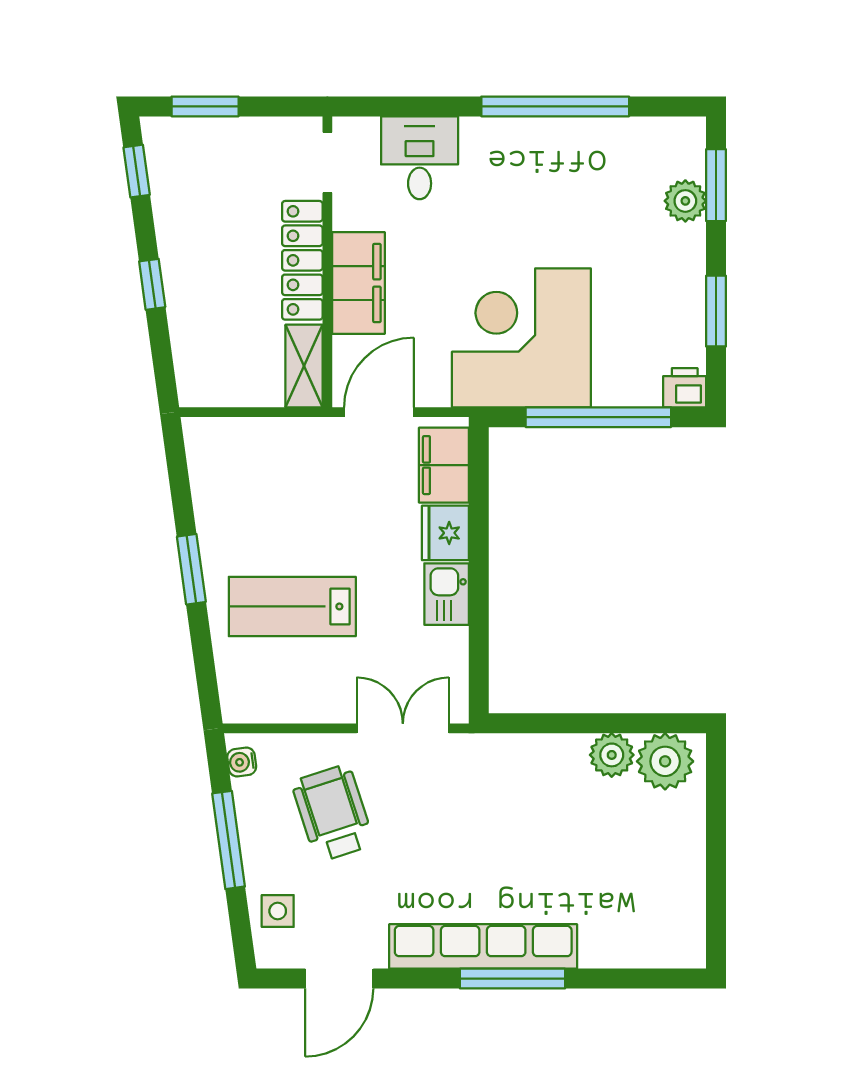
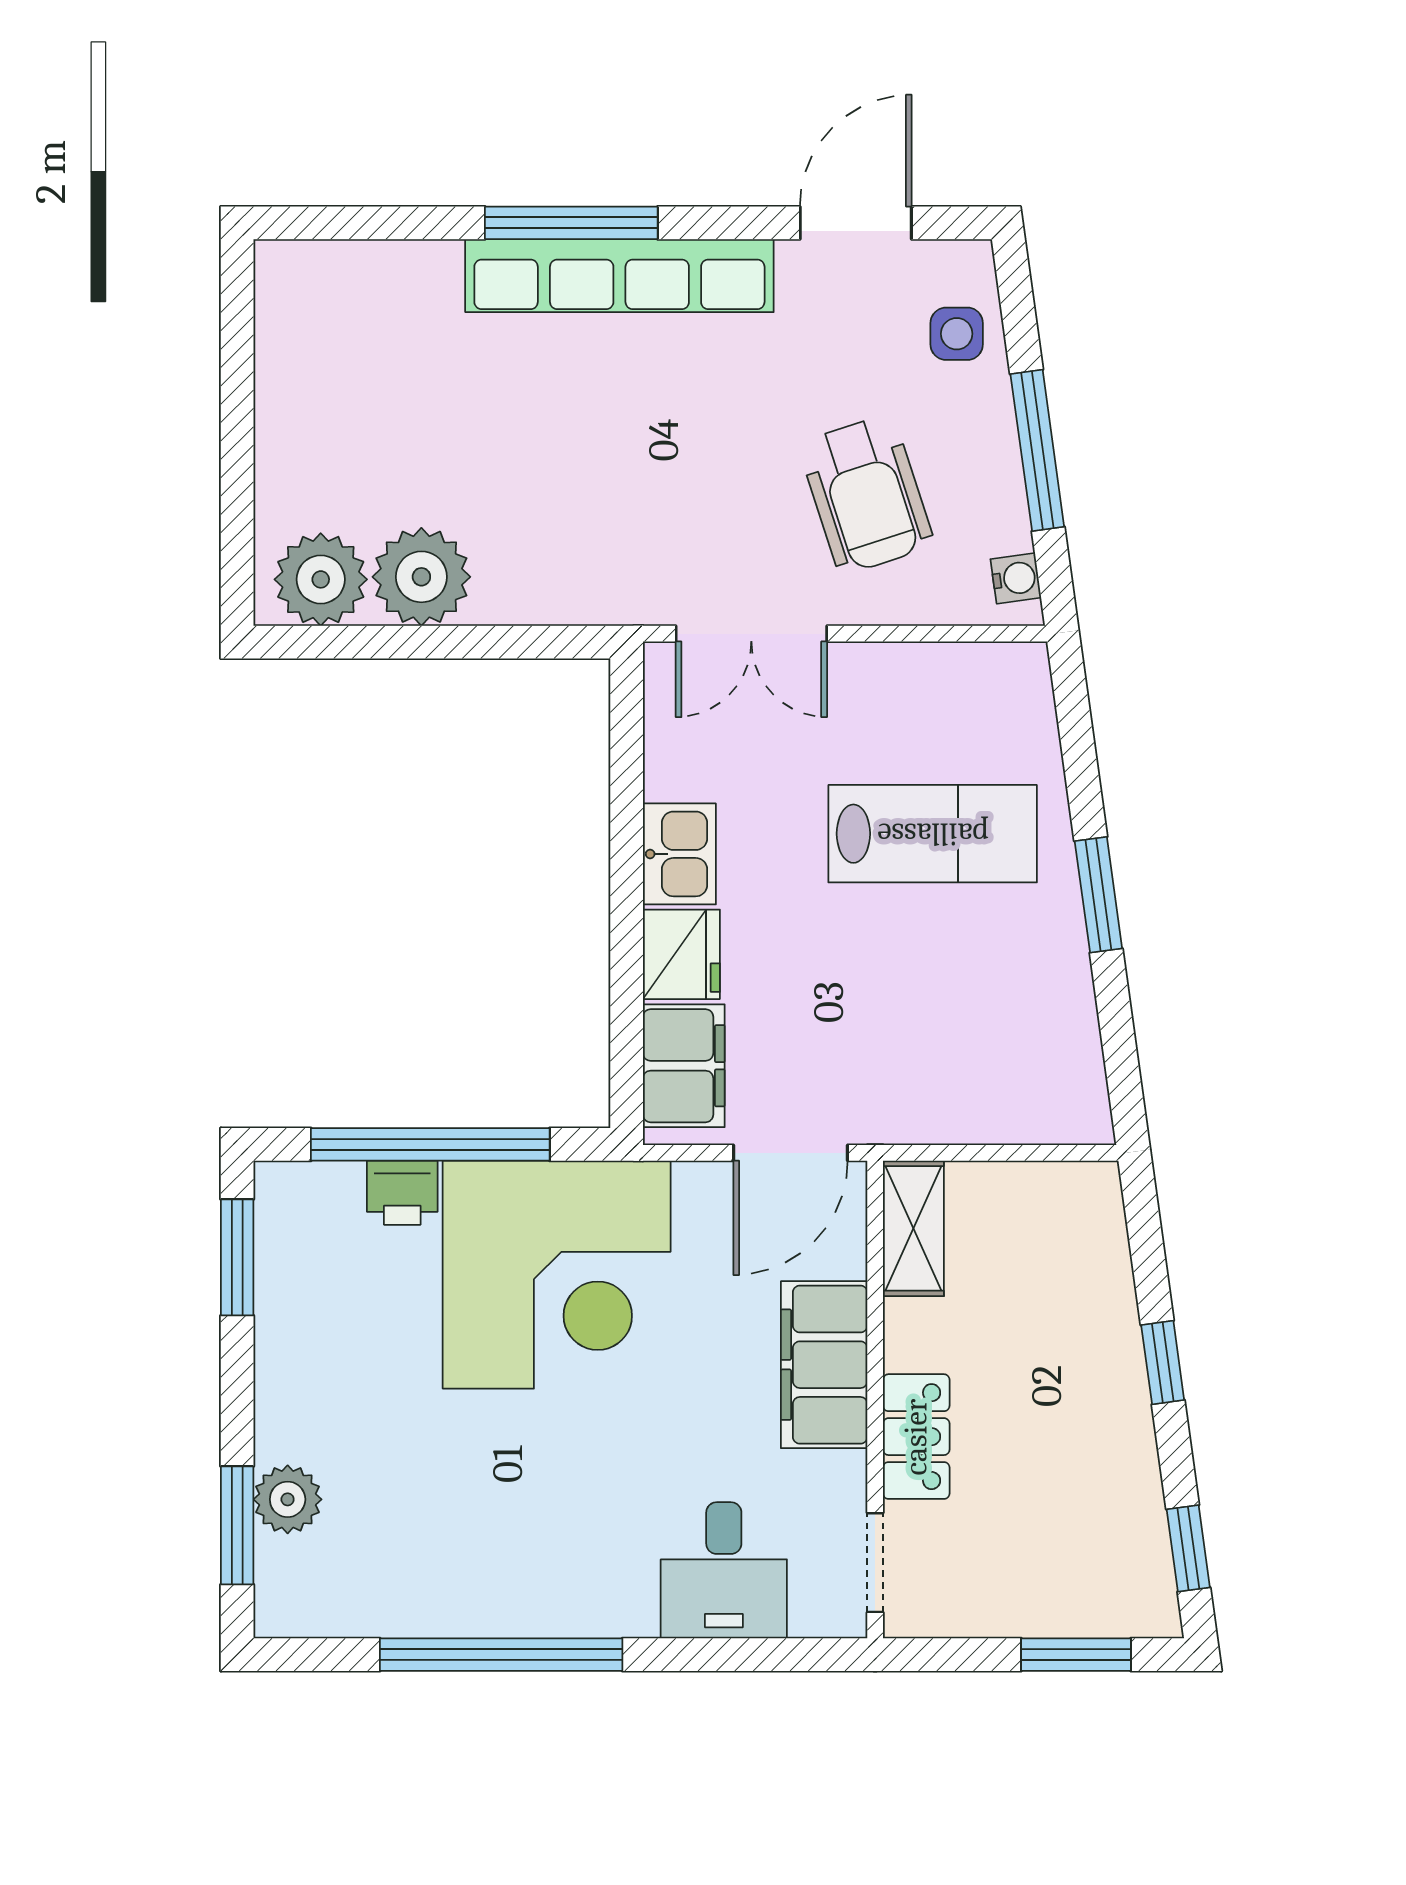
locker: (302, 260) -> (916, 1437), width x0.66
window: (716, 311) -> (237, 1257), moved
printer: (685, 388) -> (402, 1193), moved
plant: (612, 755) -> (421, 577), width x1.36, depth x1.36

